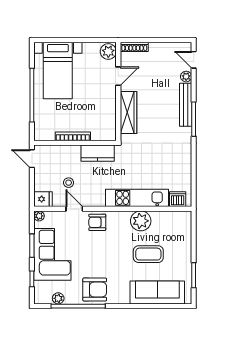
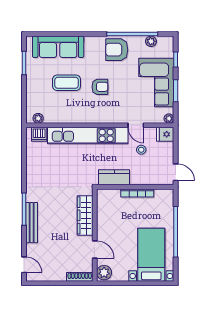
door: (118, 76) -> (95, 250), swing flipped
plant: (186, 77) -> (31, 249), removed
kitchen unit: (137, 198) -> (88, 135), width x1.36
plant: (141, 221) -> (38, 118), moved, width x0.53, depth x0.53
armchair: (97, 222) -> (100, 87), moved

